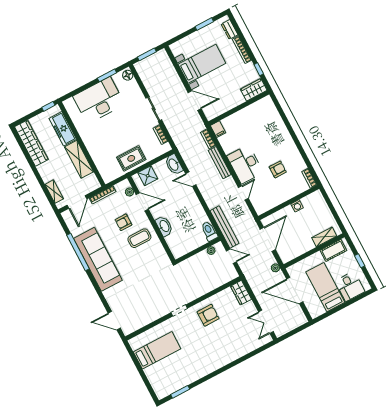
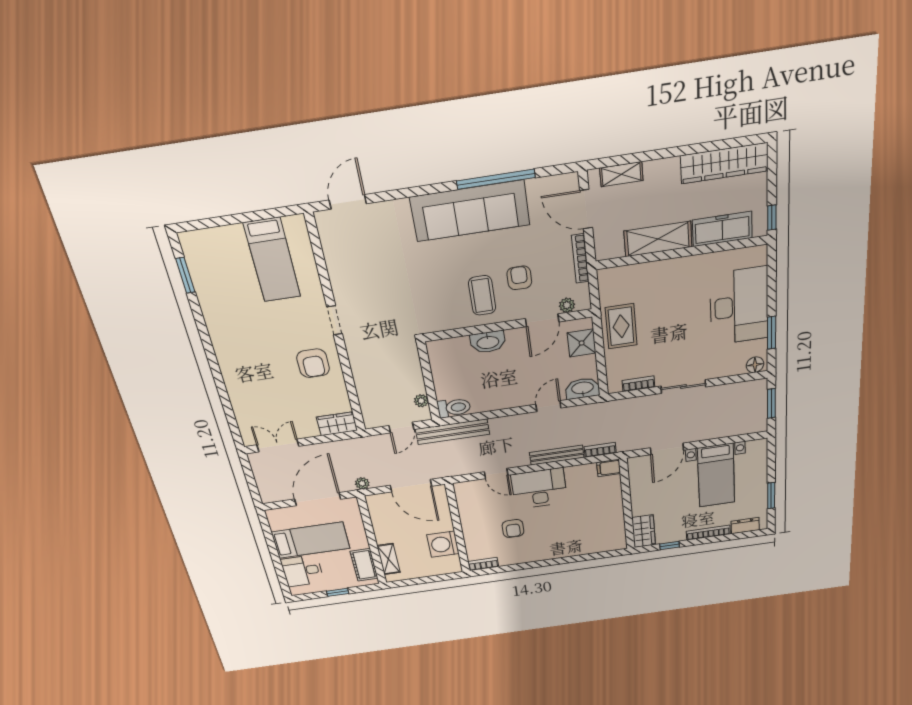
washing machine: (297, 206) -> (443, 544), width x1.89, depth x1.89

